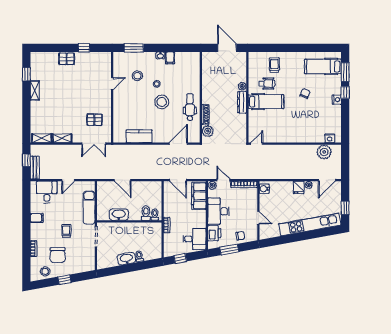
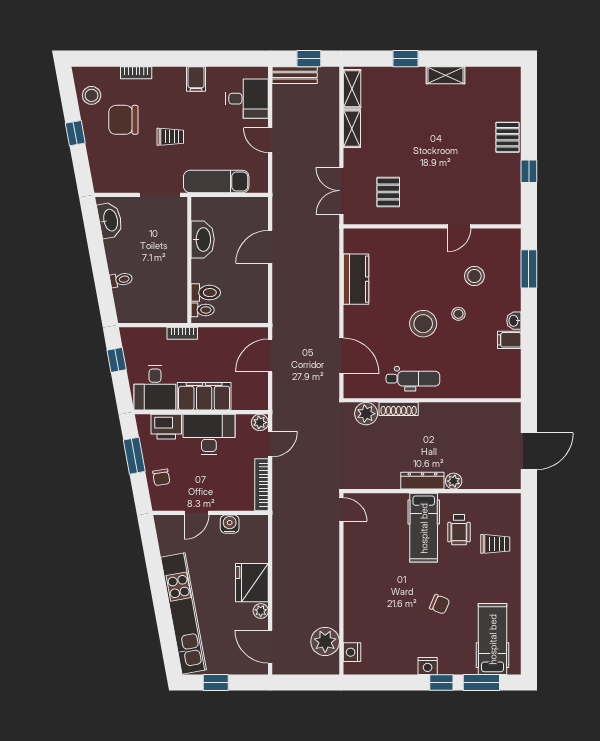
window: (26, 74) -> (406, 59), moved
door: (112, 84) -> (459, 226), hinge flipped
fridge: (299, 187) -> (252, 583), width x1.88, depth x1.34
water cooler: (264, 189) -> (230, 524), moved
filing cabinet: (199, 196) -> (204, 396), moved
washbasin: (126, 259) -> (110, 220), moved

